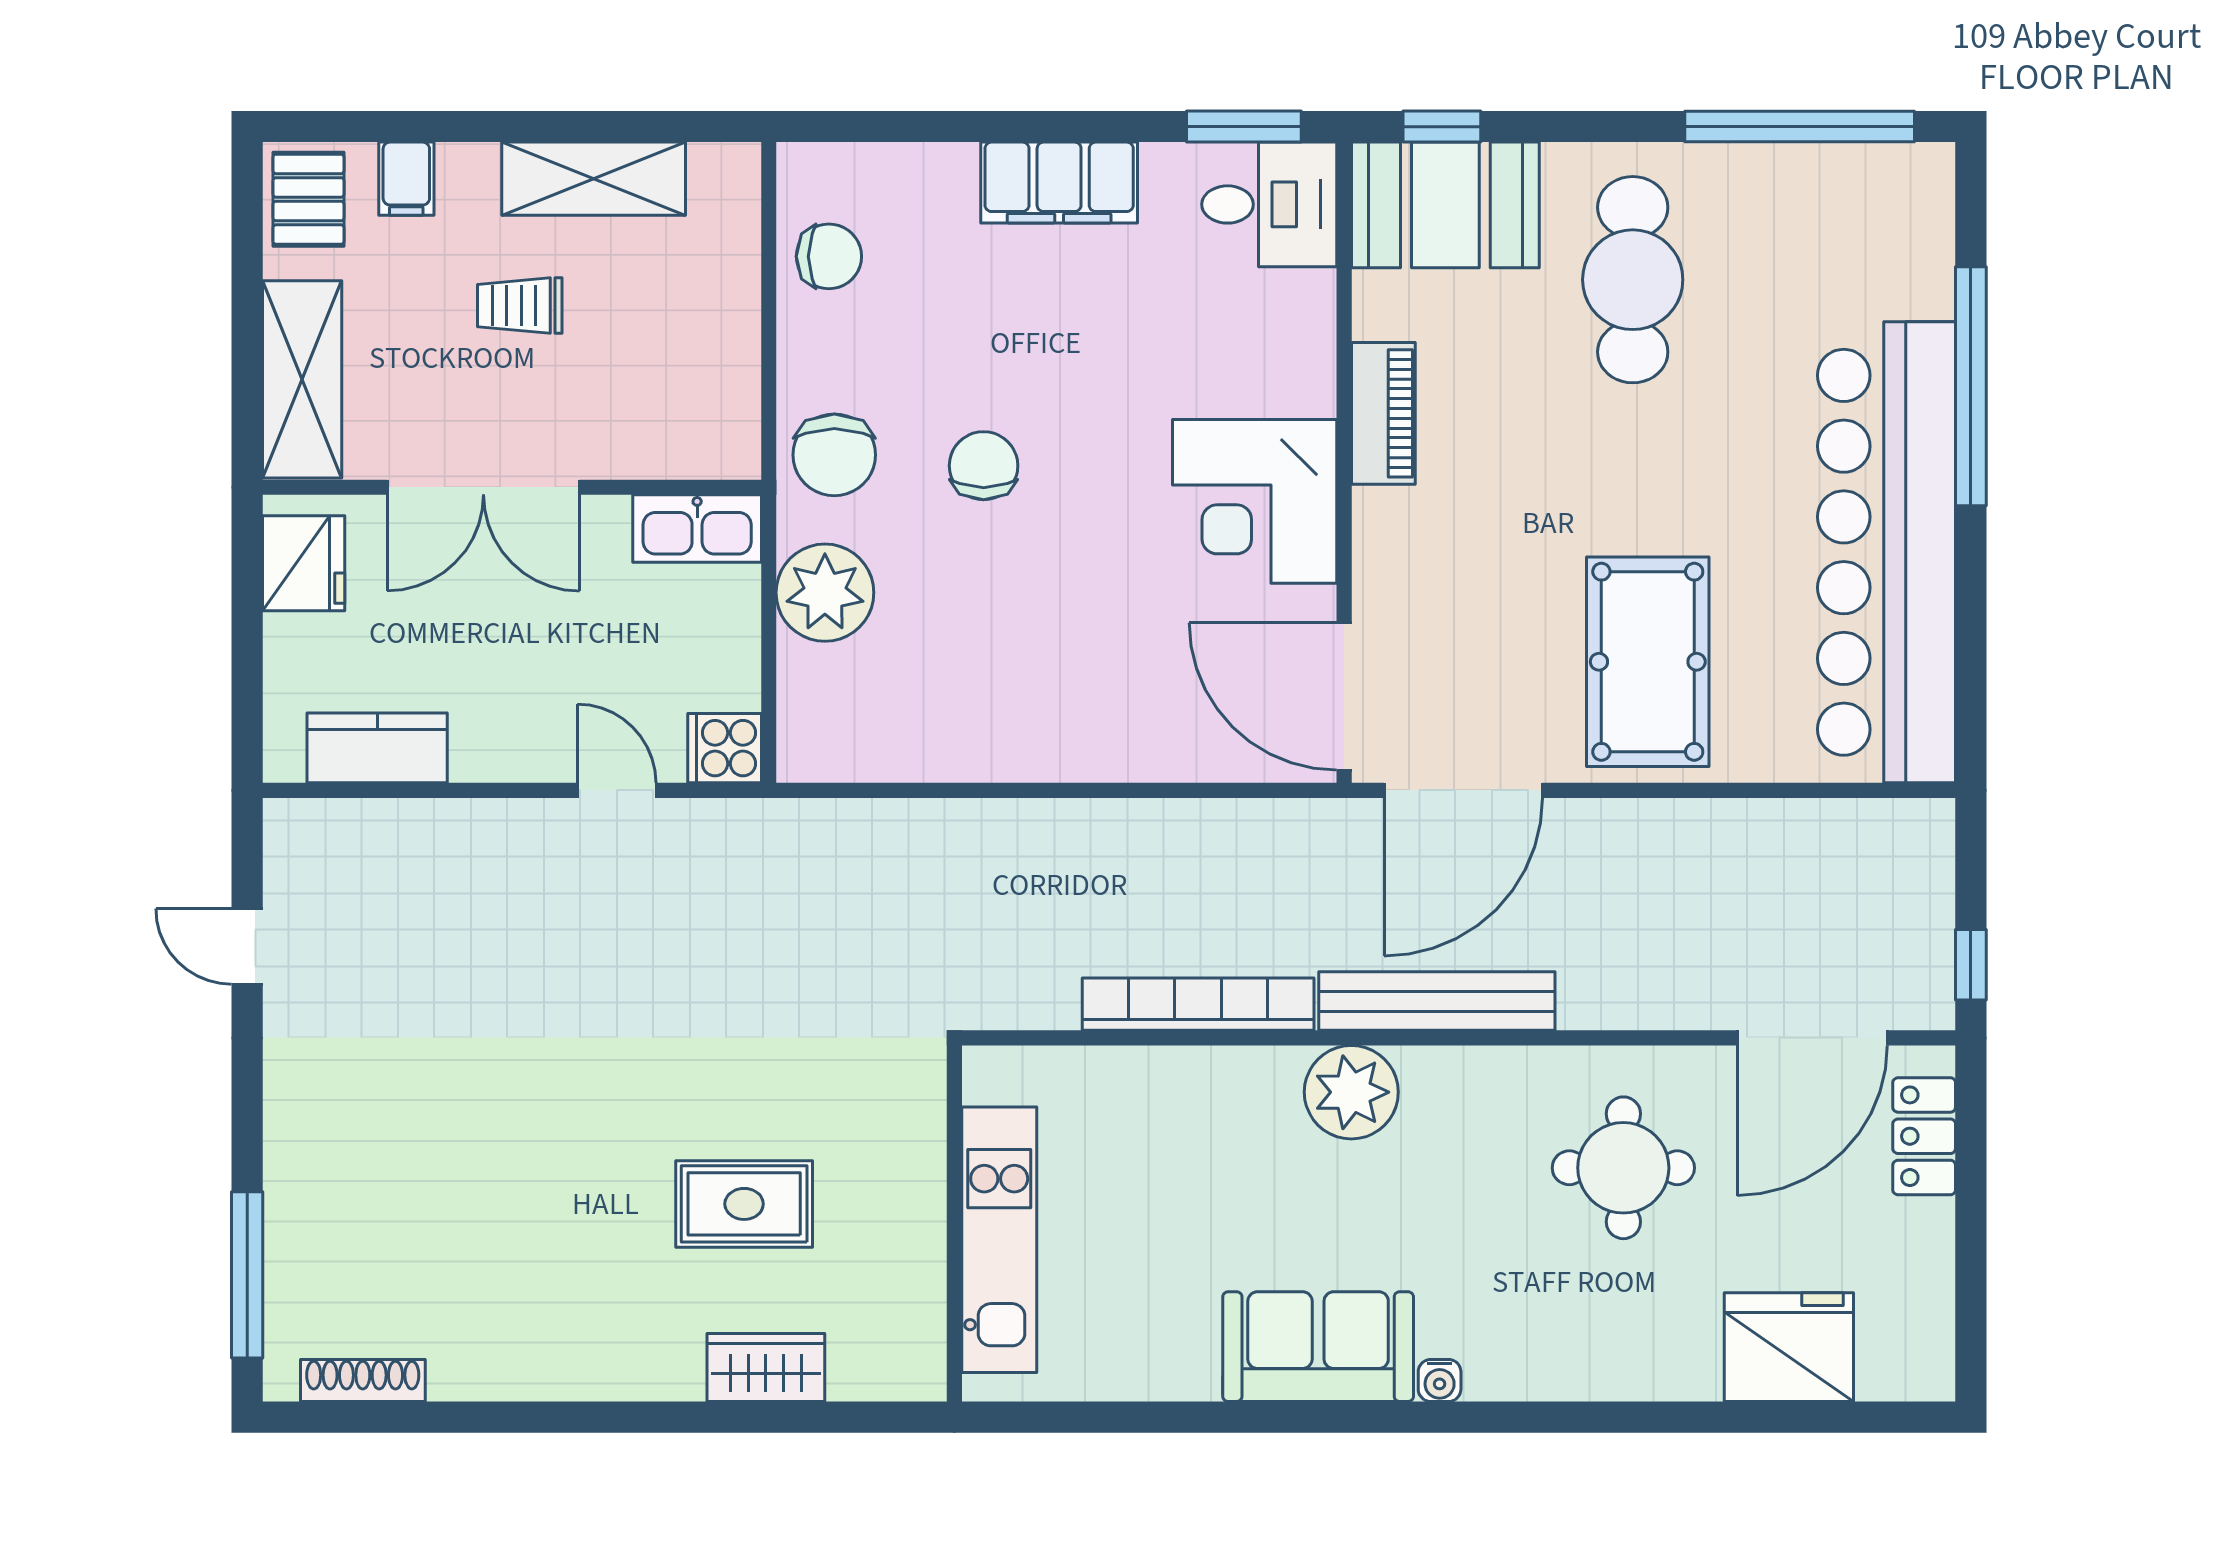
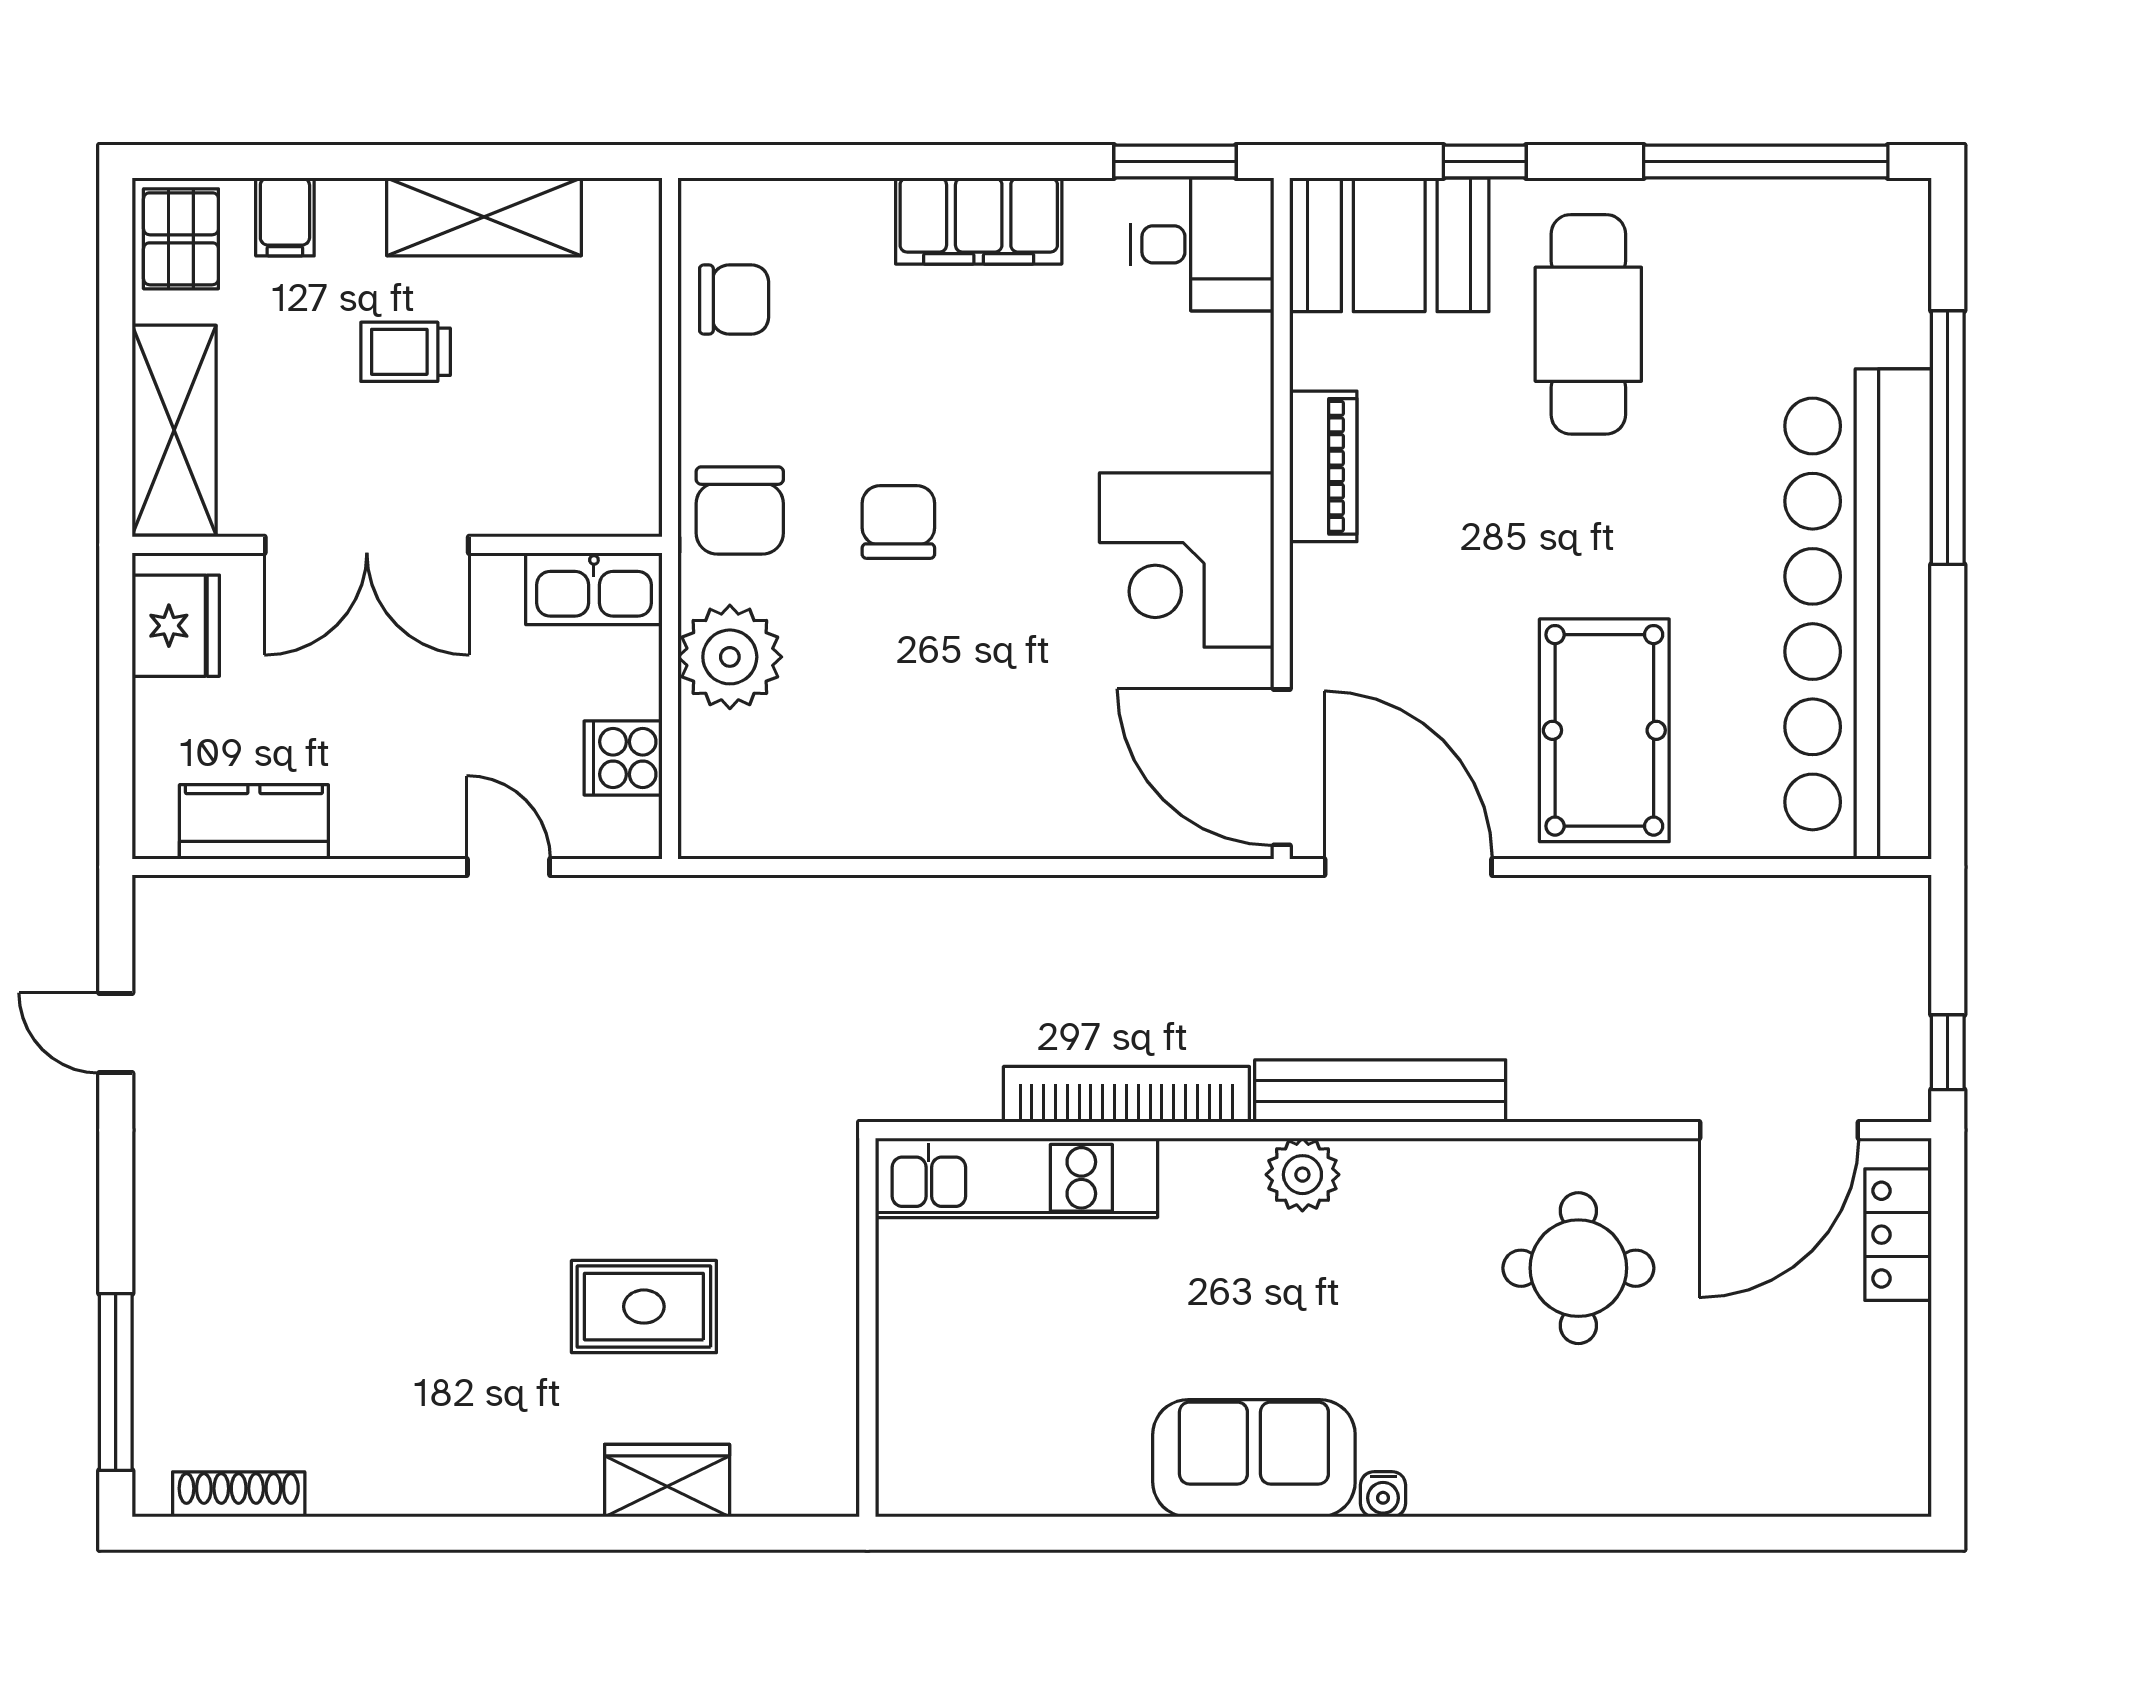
window: (1442, 127) -> (1485, 161), moved
cooker: (725, 748) -> (623, 758), moved
door: (1463, 790) -> (1408, 867), swing flipped
plant: (1351, 1092) -> (1302, 1175), width x0.73, depth x0.73
kitchen unit: (999, 1240) -> (1016, 1178), moved, turned 90
fridge: (1789, 1347) -> (1754, 1459), removed

